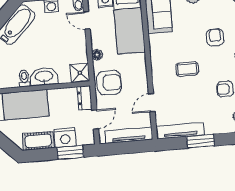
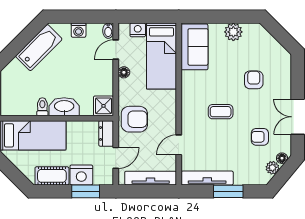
door: (87, 20) -> (116, 50), hinge flipped
floor lamp: (97, 55) -> (124, 72), moved

